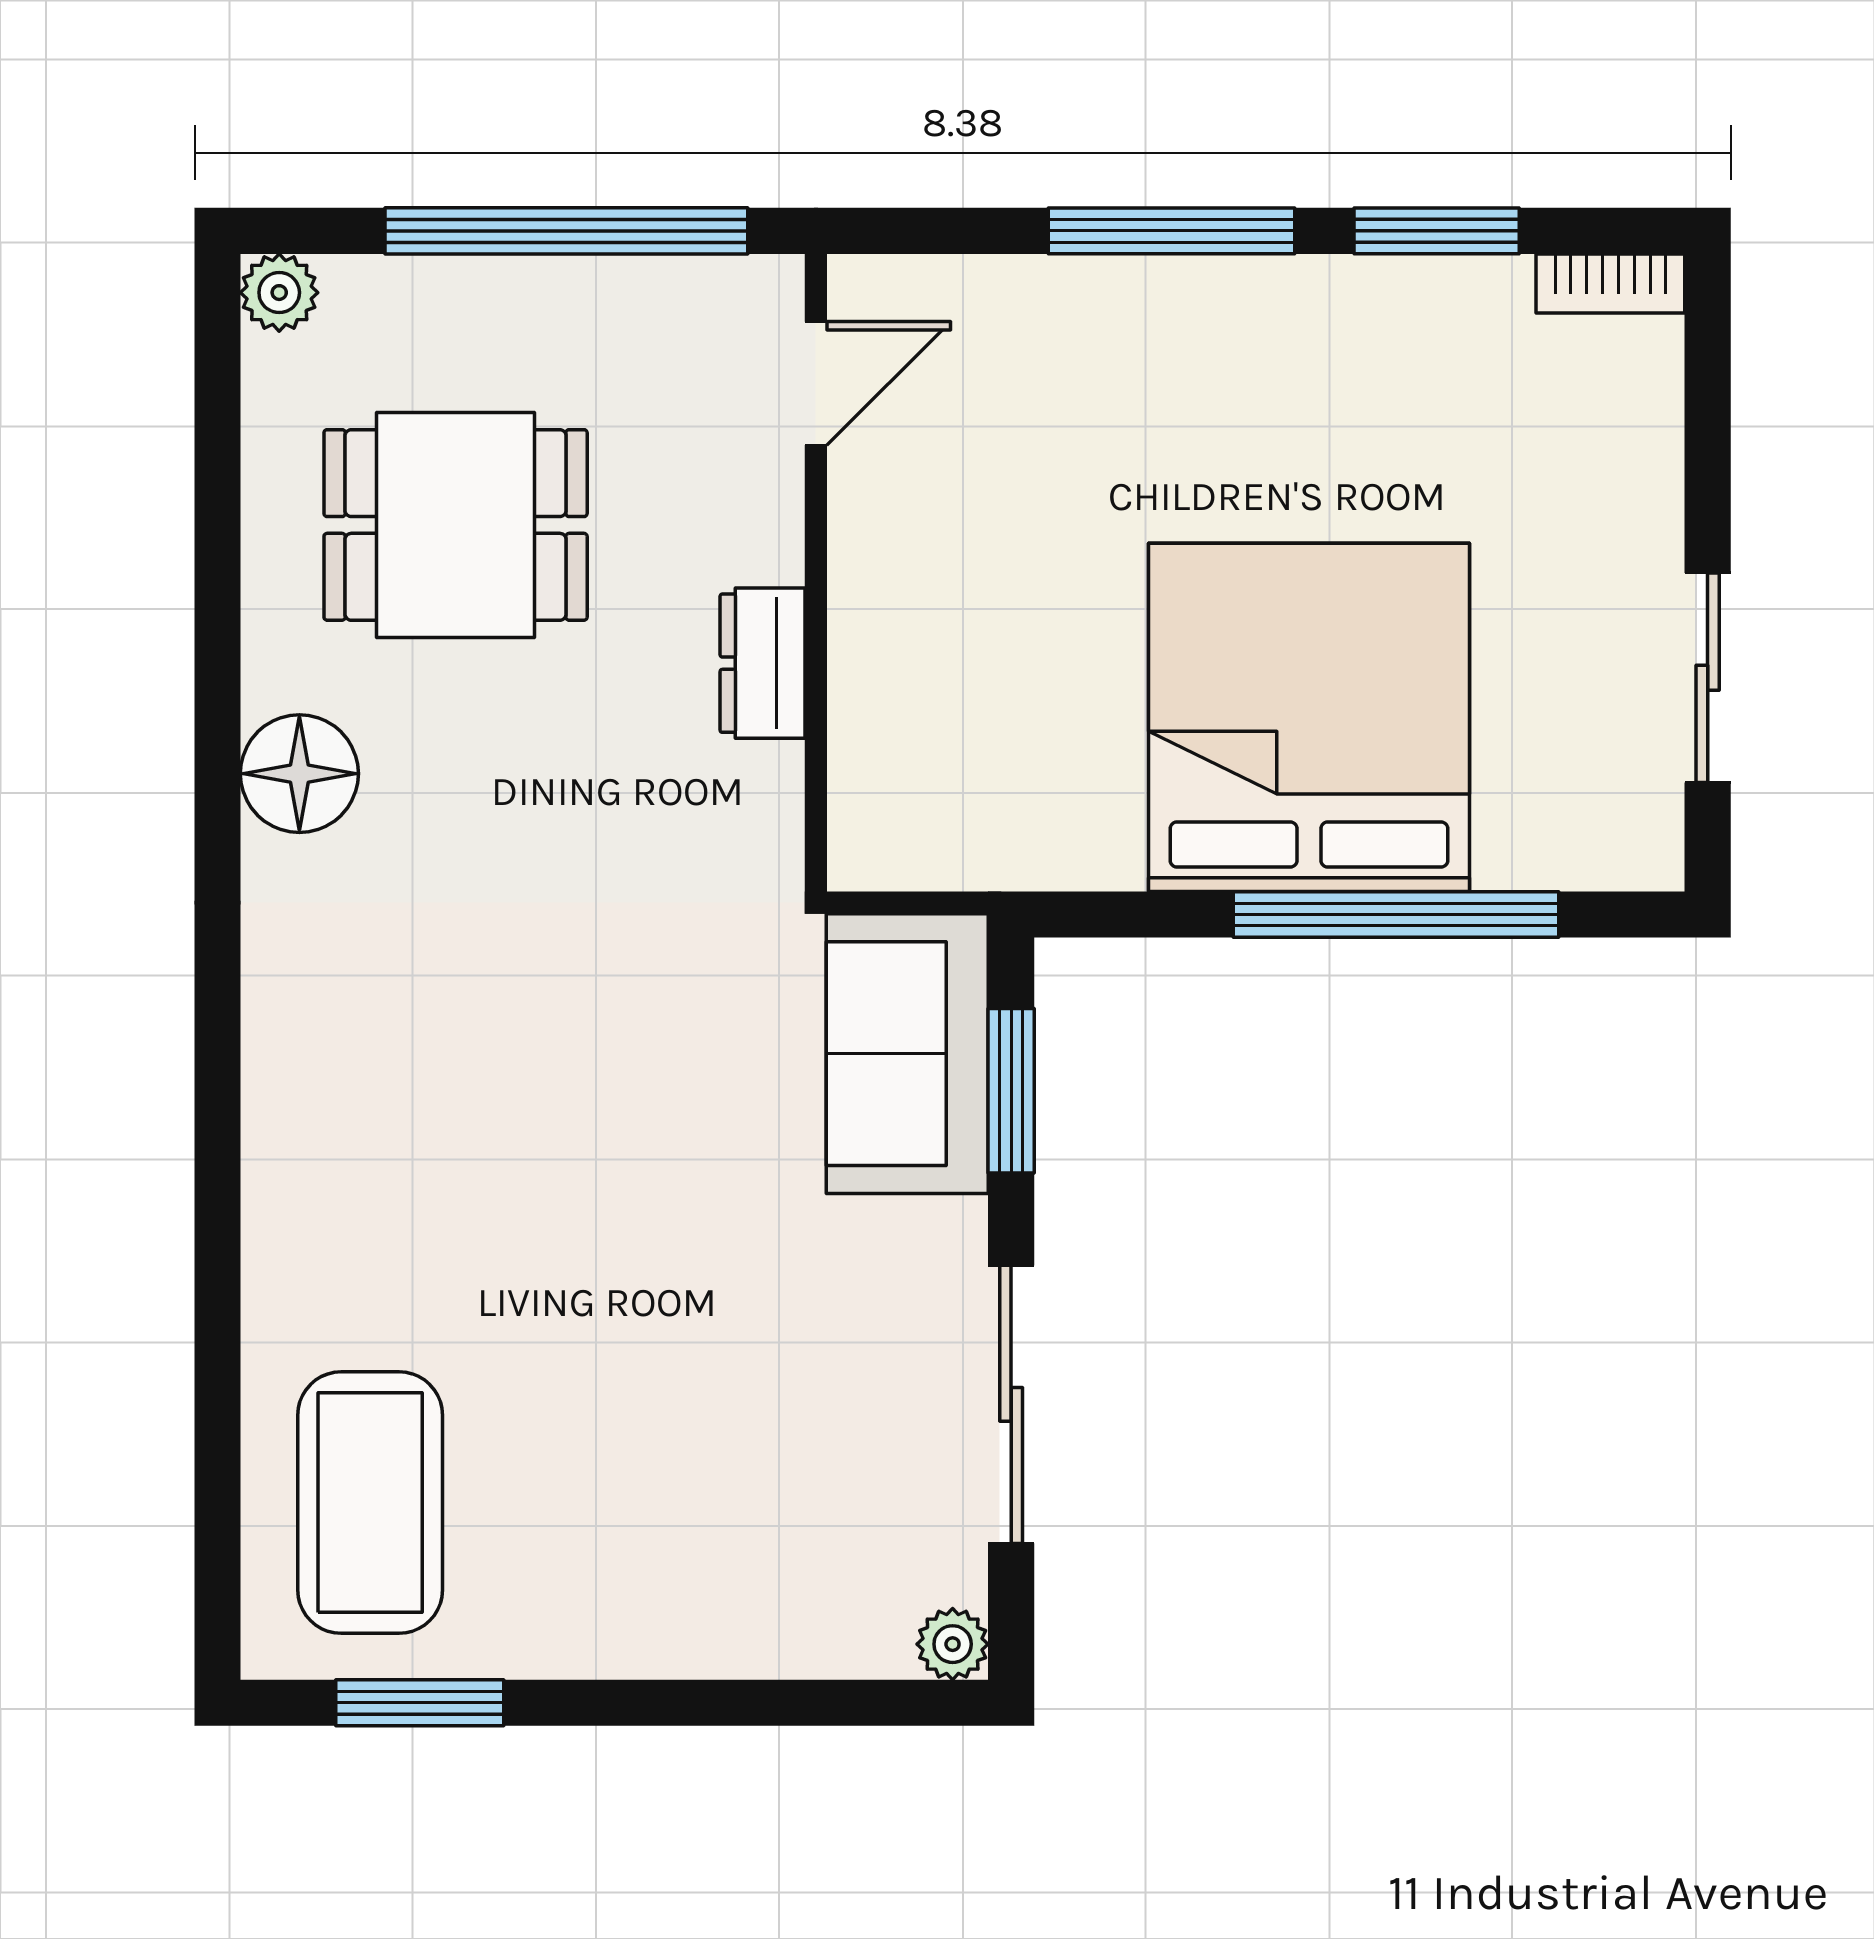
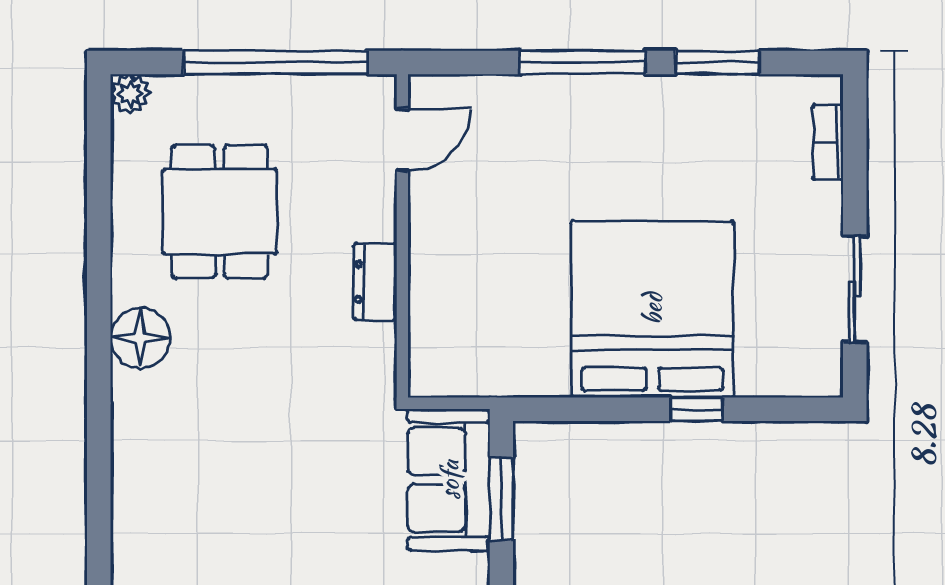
bookcase: (1610, 283) -> (828, 142), moved, turned 90
dining table: (456, 525) -> (220, 212), turned 90
window: (1396, 915) -> (697, 409), width x0.32

